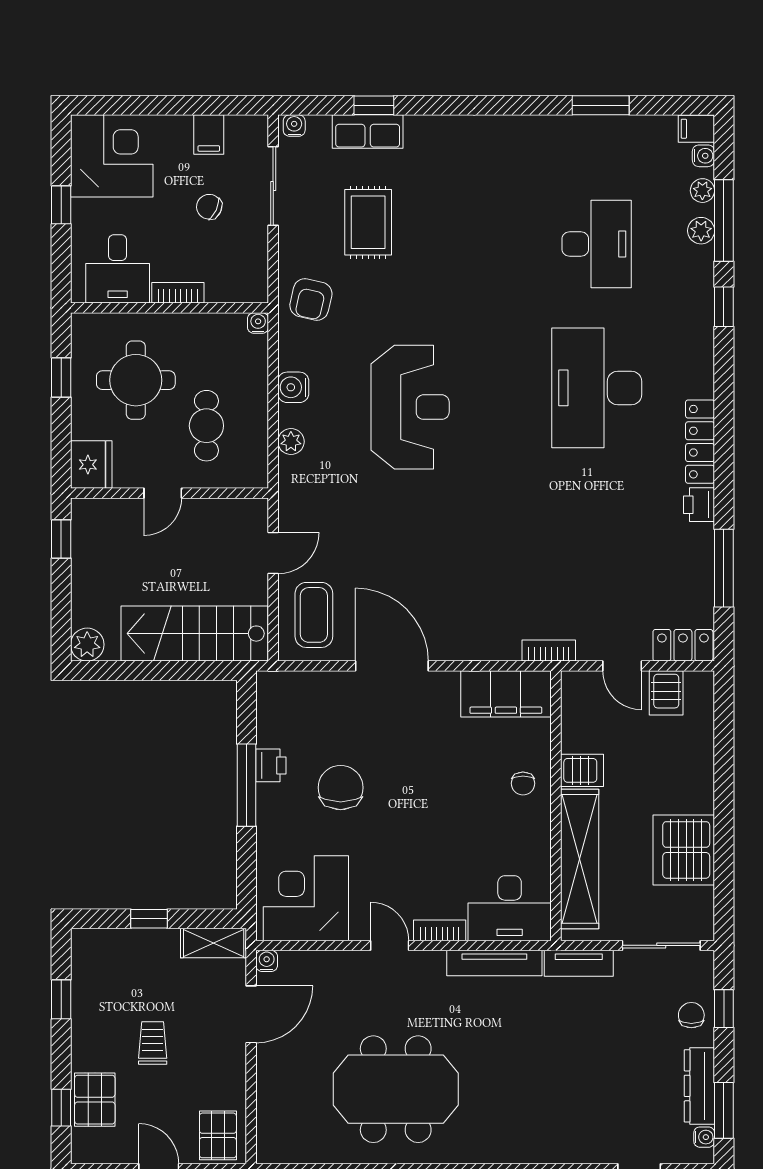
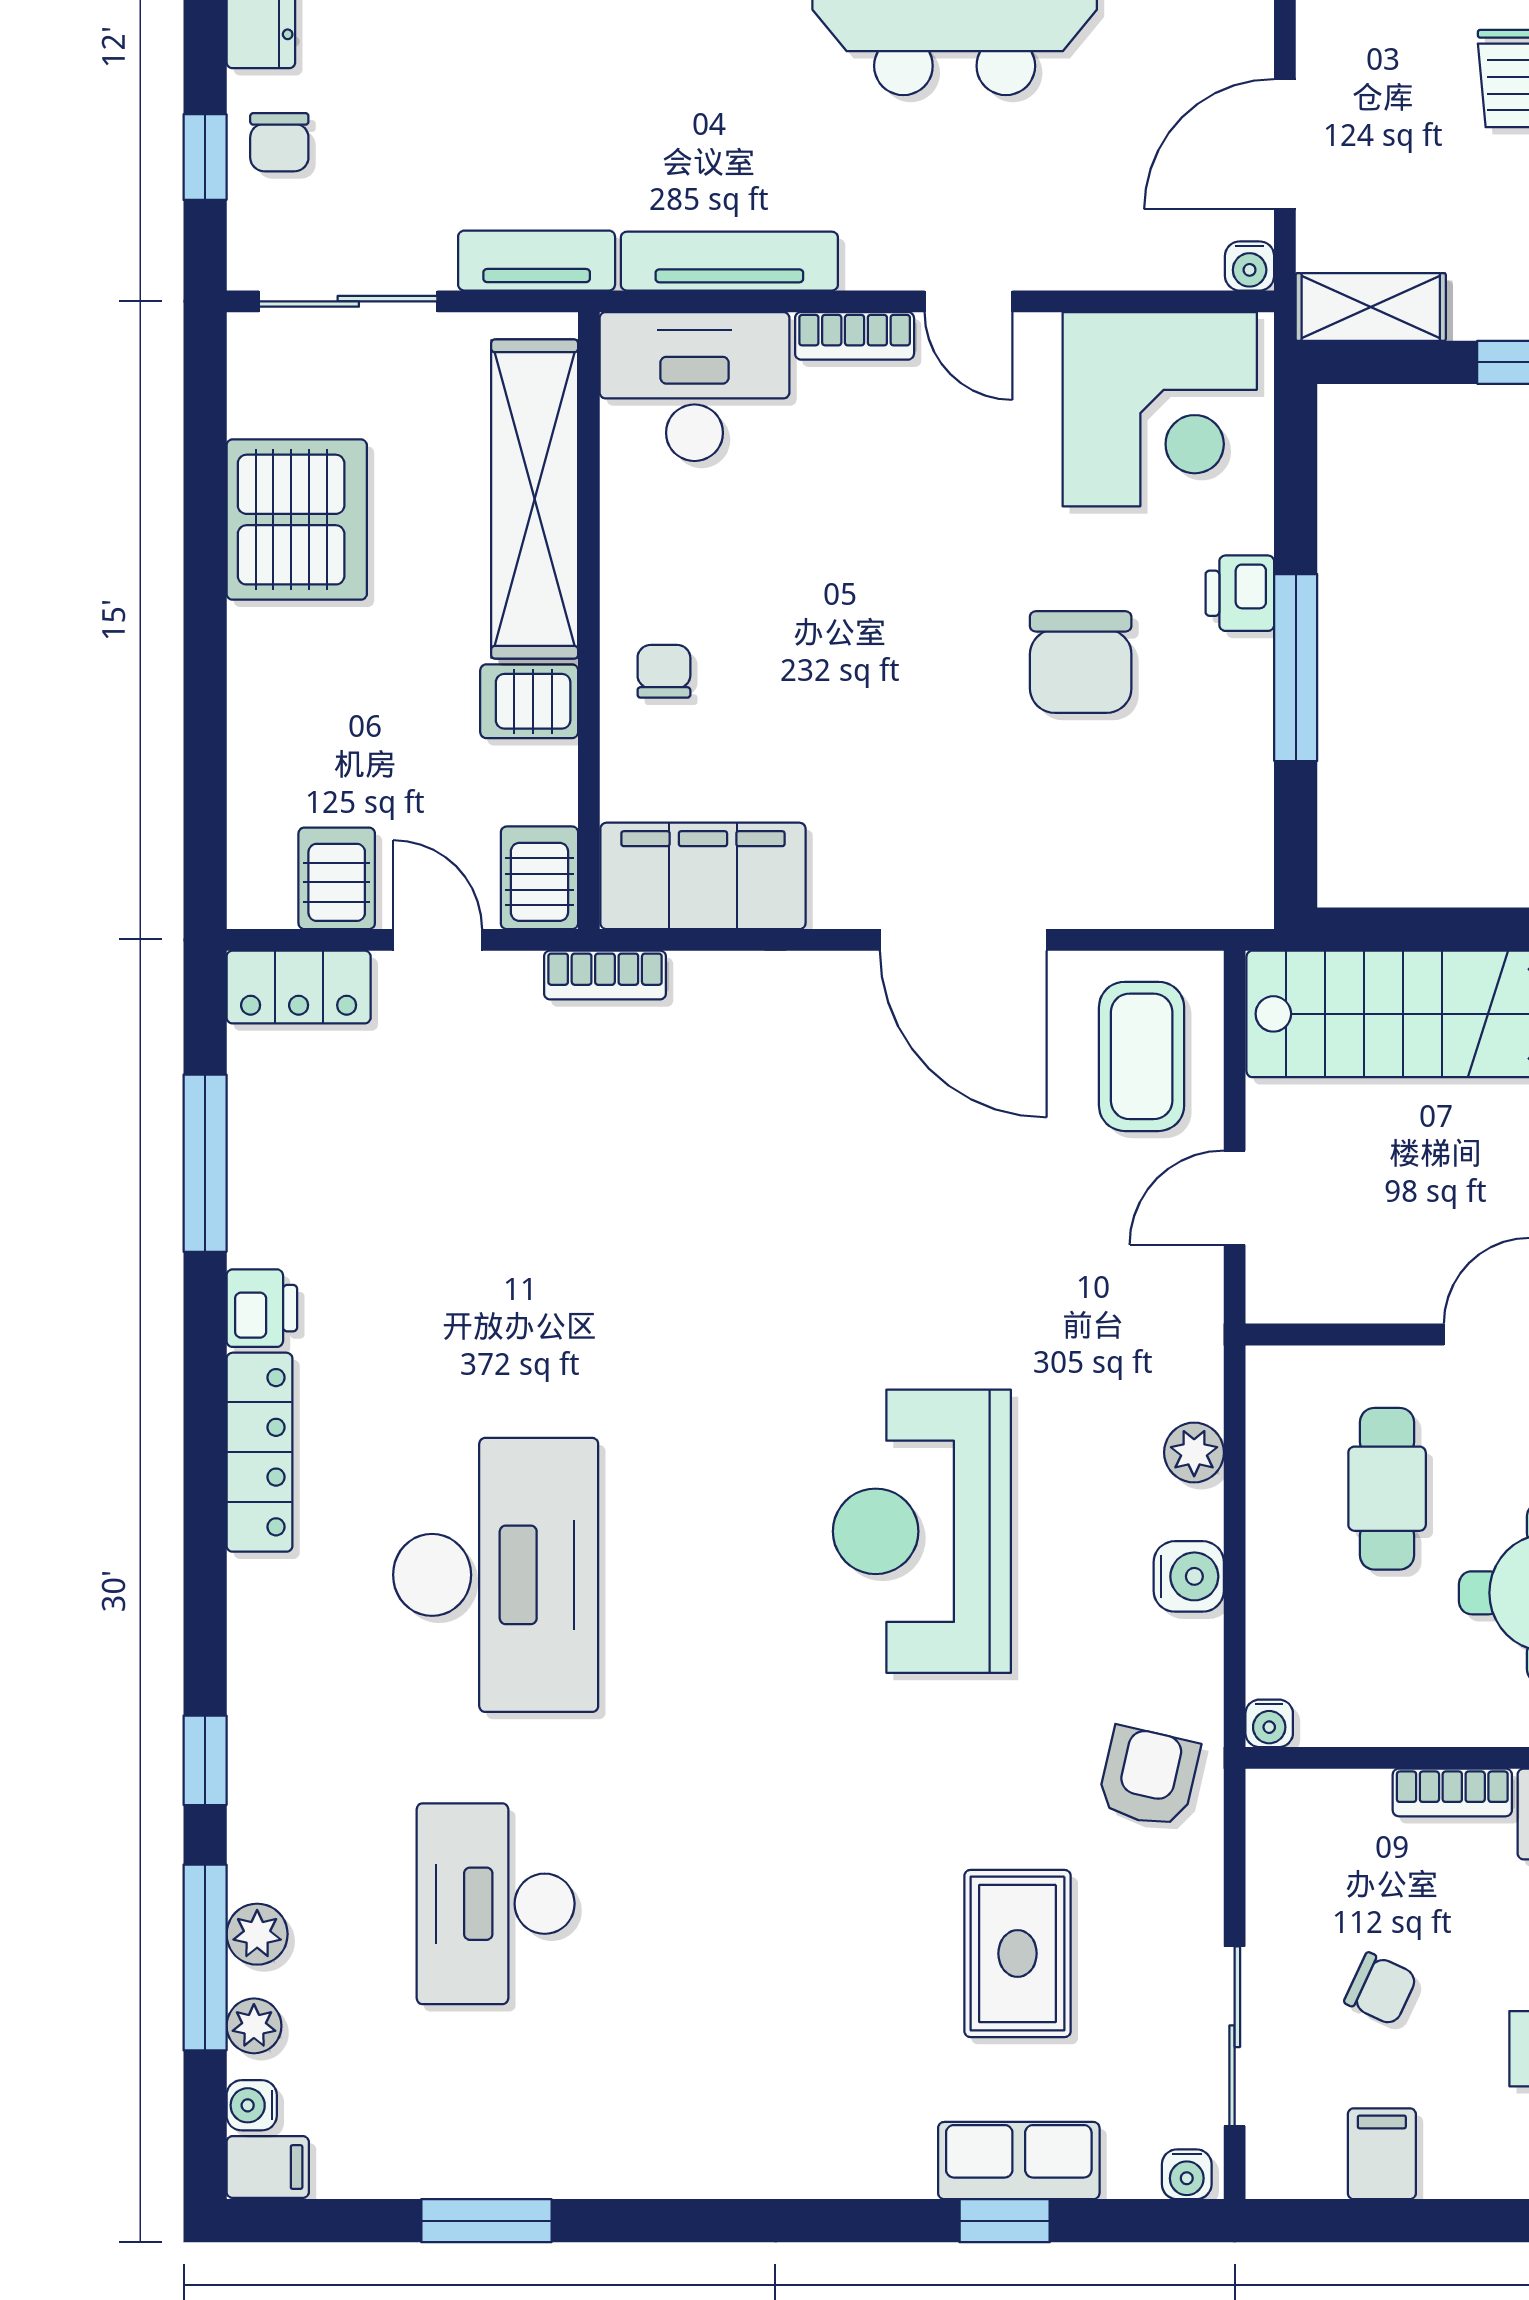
server rack: (577, 693) -> (539, 878), added
printer: (271, 765) -> (1240, 593), moved

